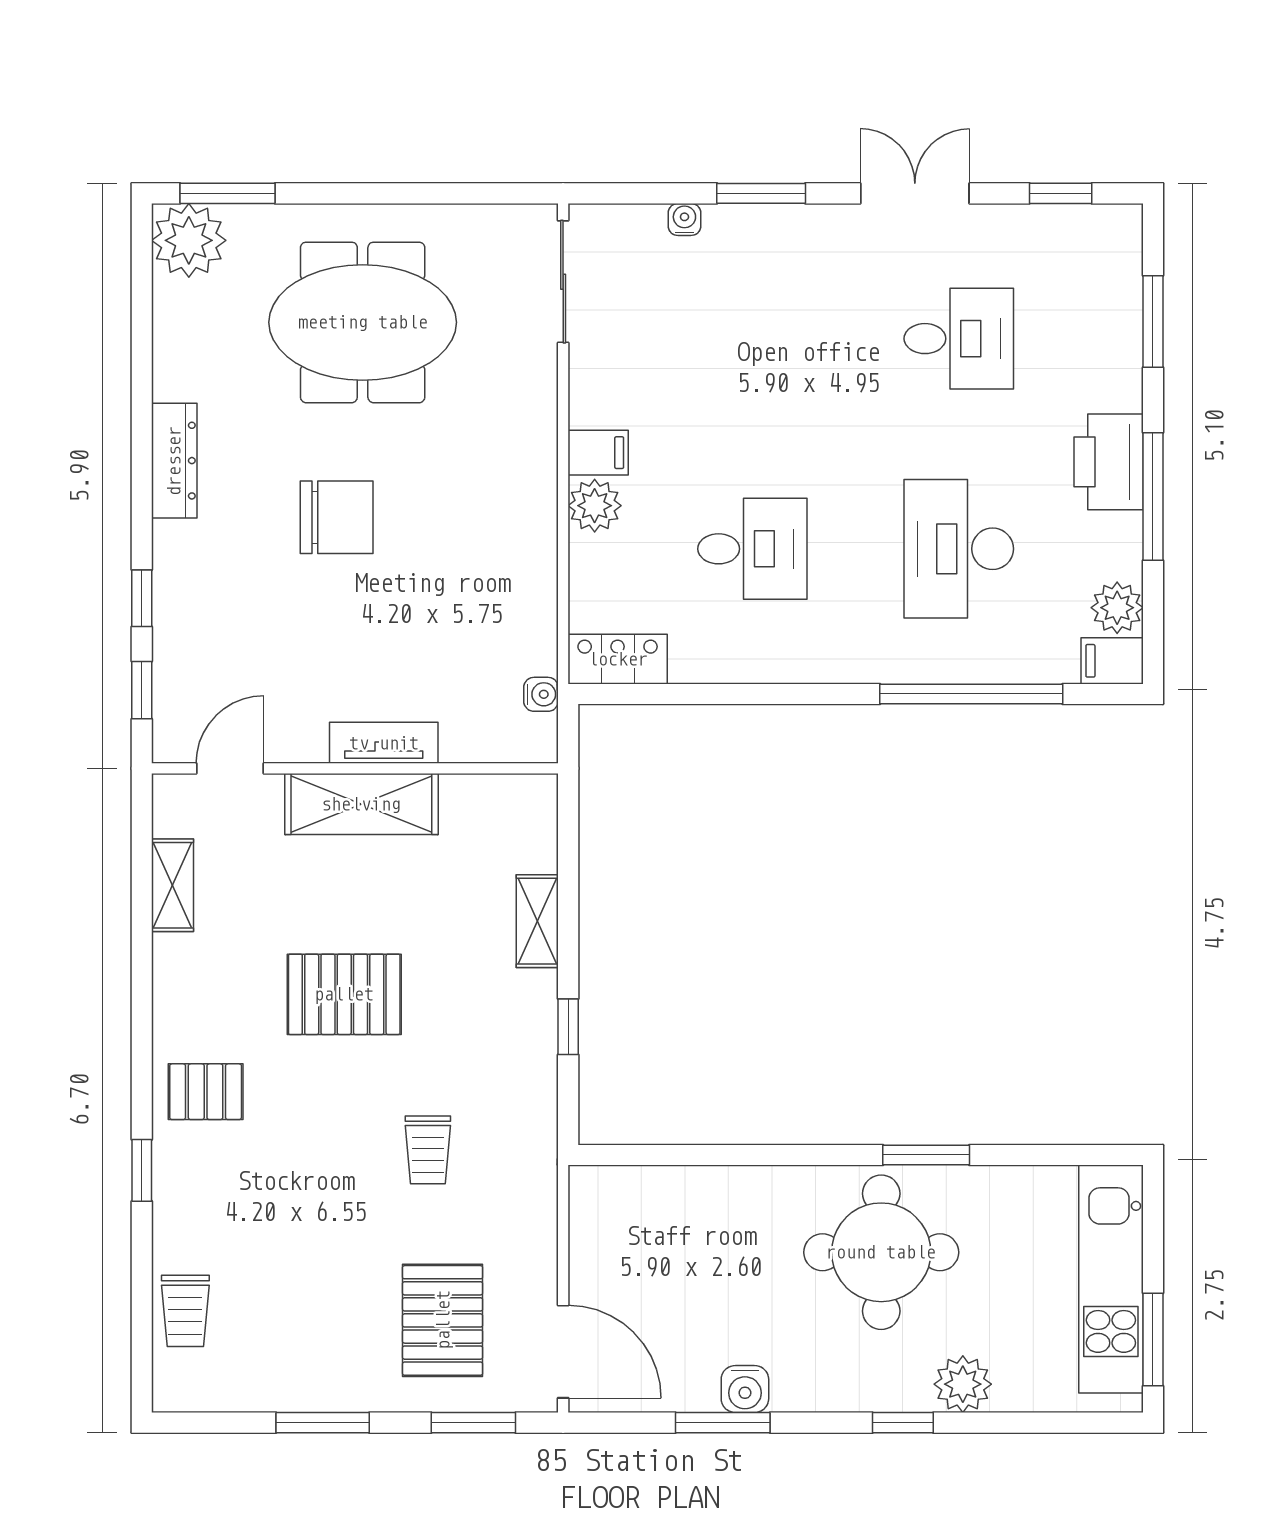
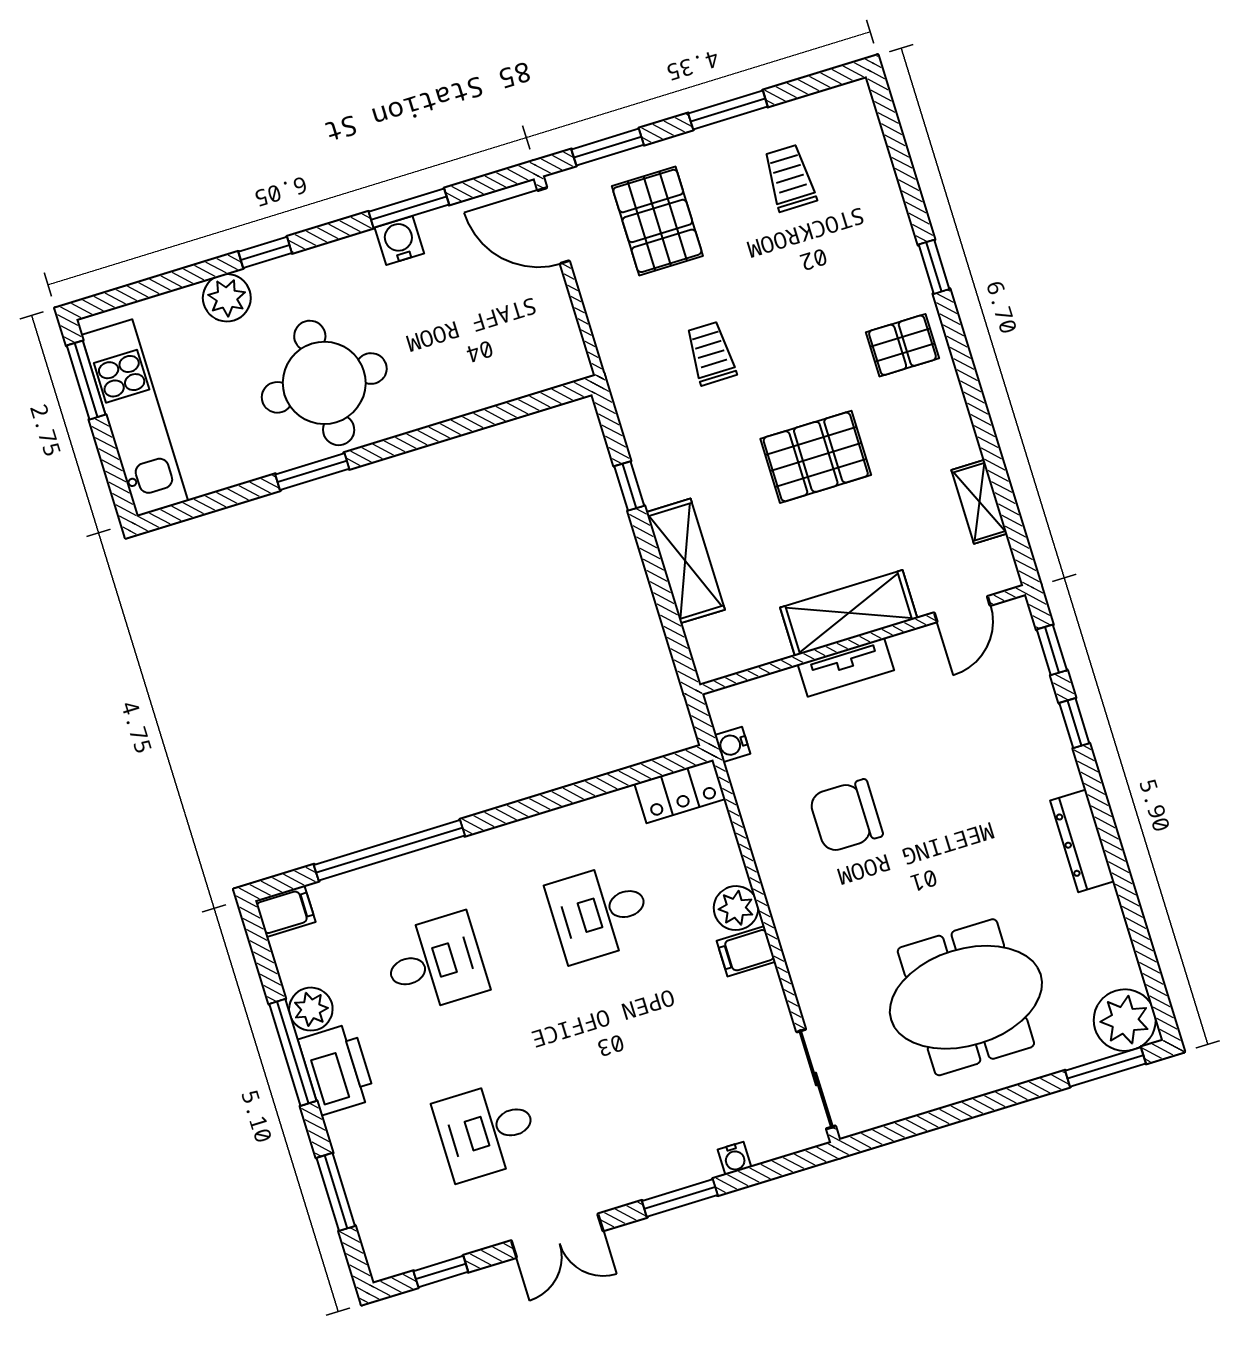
chair: (337, 517) -> (846, 816), moved
desk: (959, 549) -> (435, 963), width x0.73
plant: (1117, 608) -> (311, 1009), moved
shelving: (537, 921) -> (685, 561), width x1.50, depth x1.33
trolley: (185, 1311) -> (790, 178), moved

